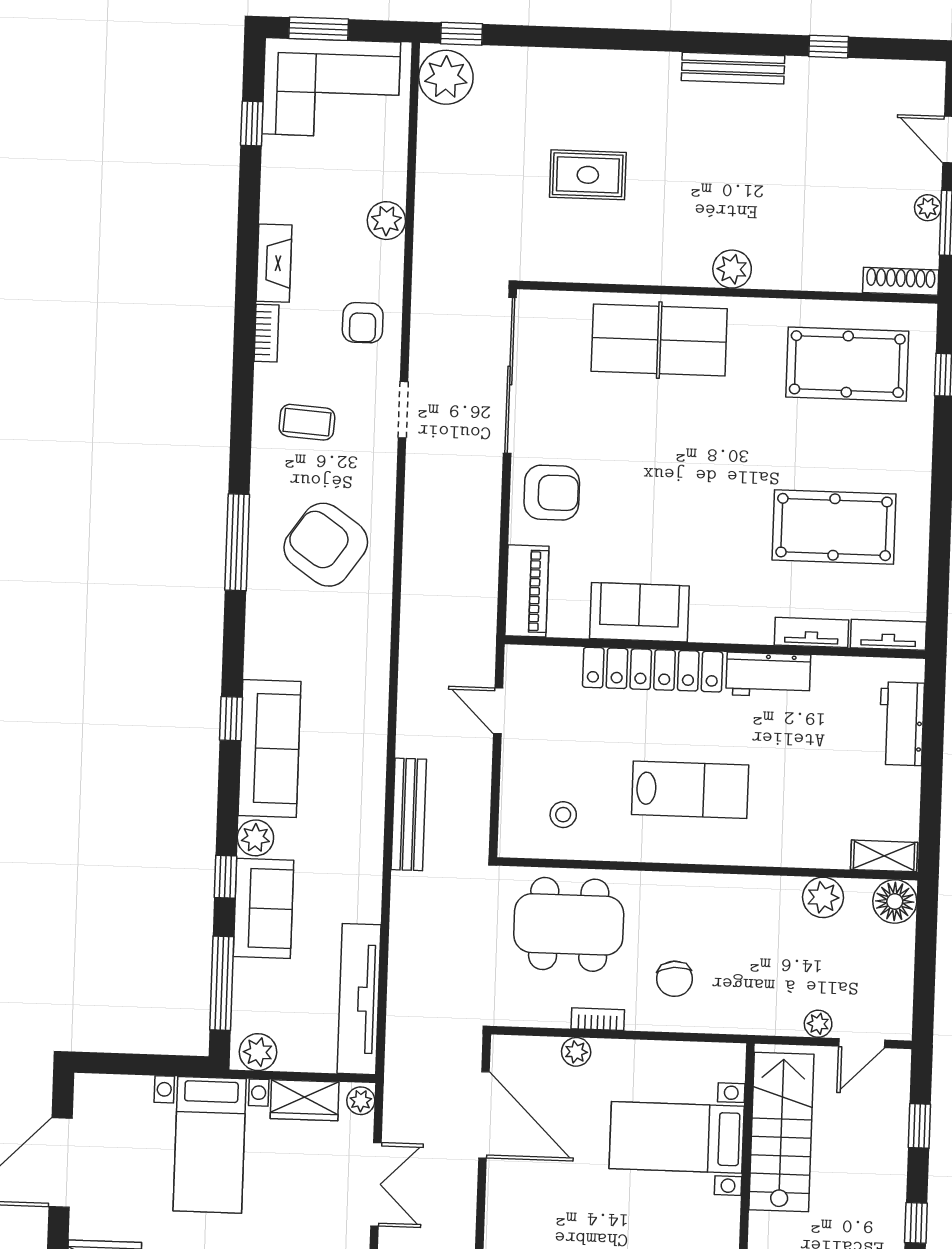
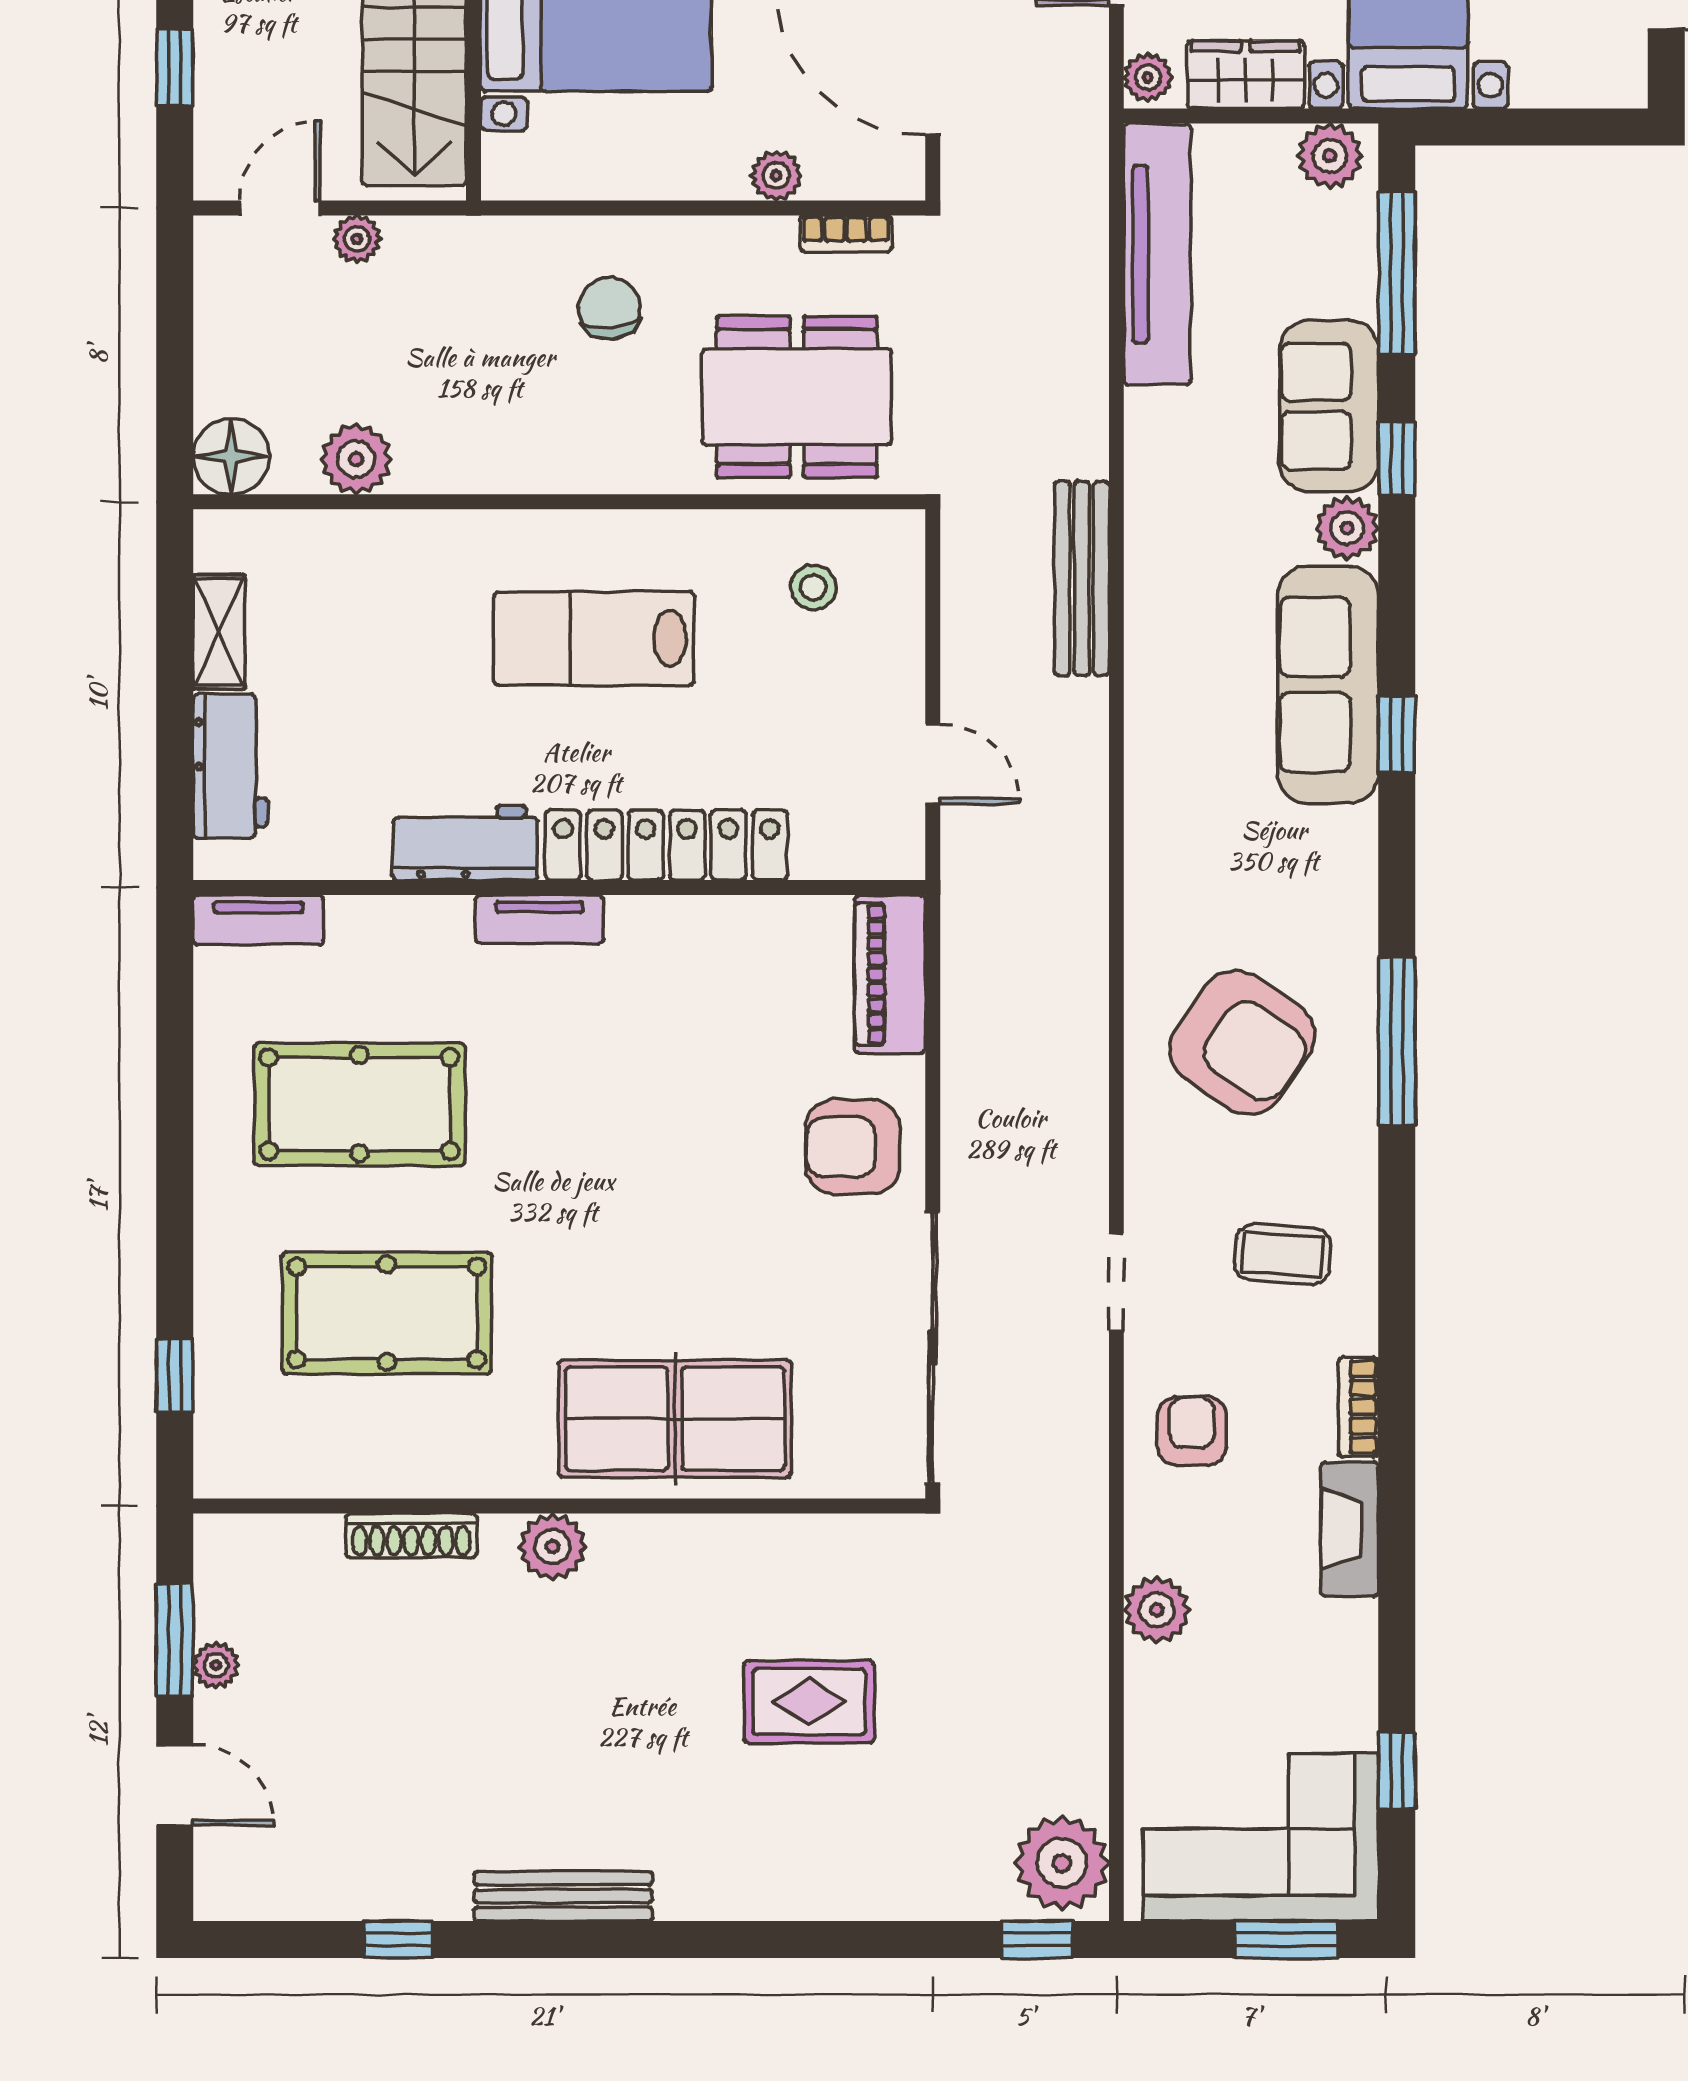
shoe rack: (901, 281) -> (411, 1536), moved
pool table: (847, 364) -> (387, 1313), moved
sofa: (639, 612) -> (693, 944), removed
tv unit: (811, 632) -> (539, 919), moved
shelving: (884, 856) -> (219, 632), moved, turned 90
bookcase: (598, 1019) -> (846, 234), moved

